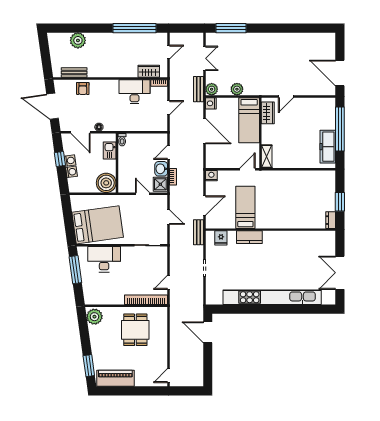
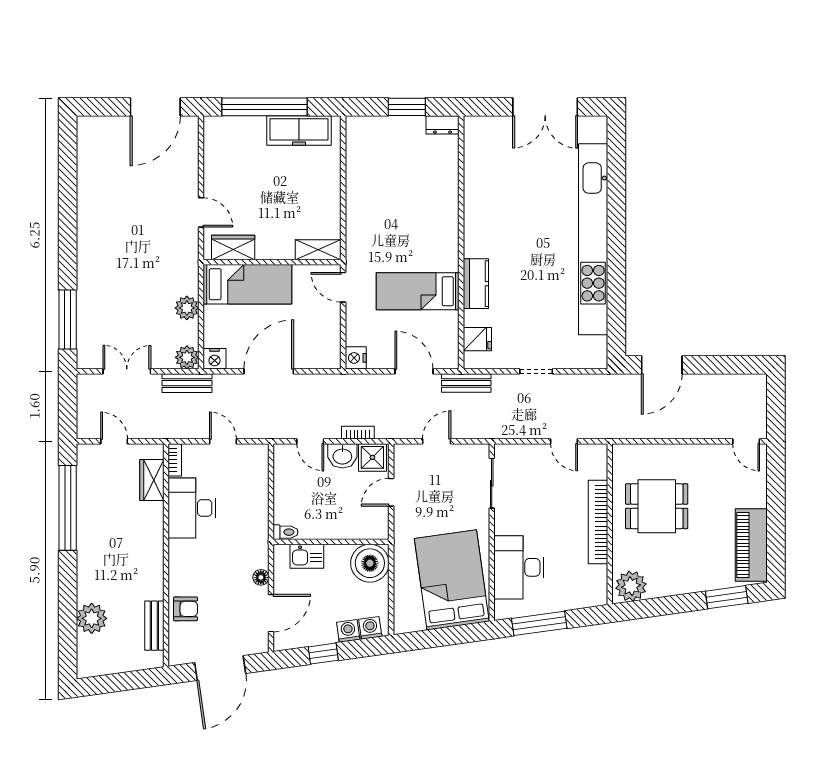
washing machine: (70, 161) -> (370, 628), moved
bookcase: (146, 300) -> (598, 522), moved

